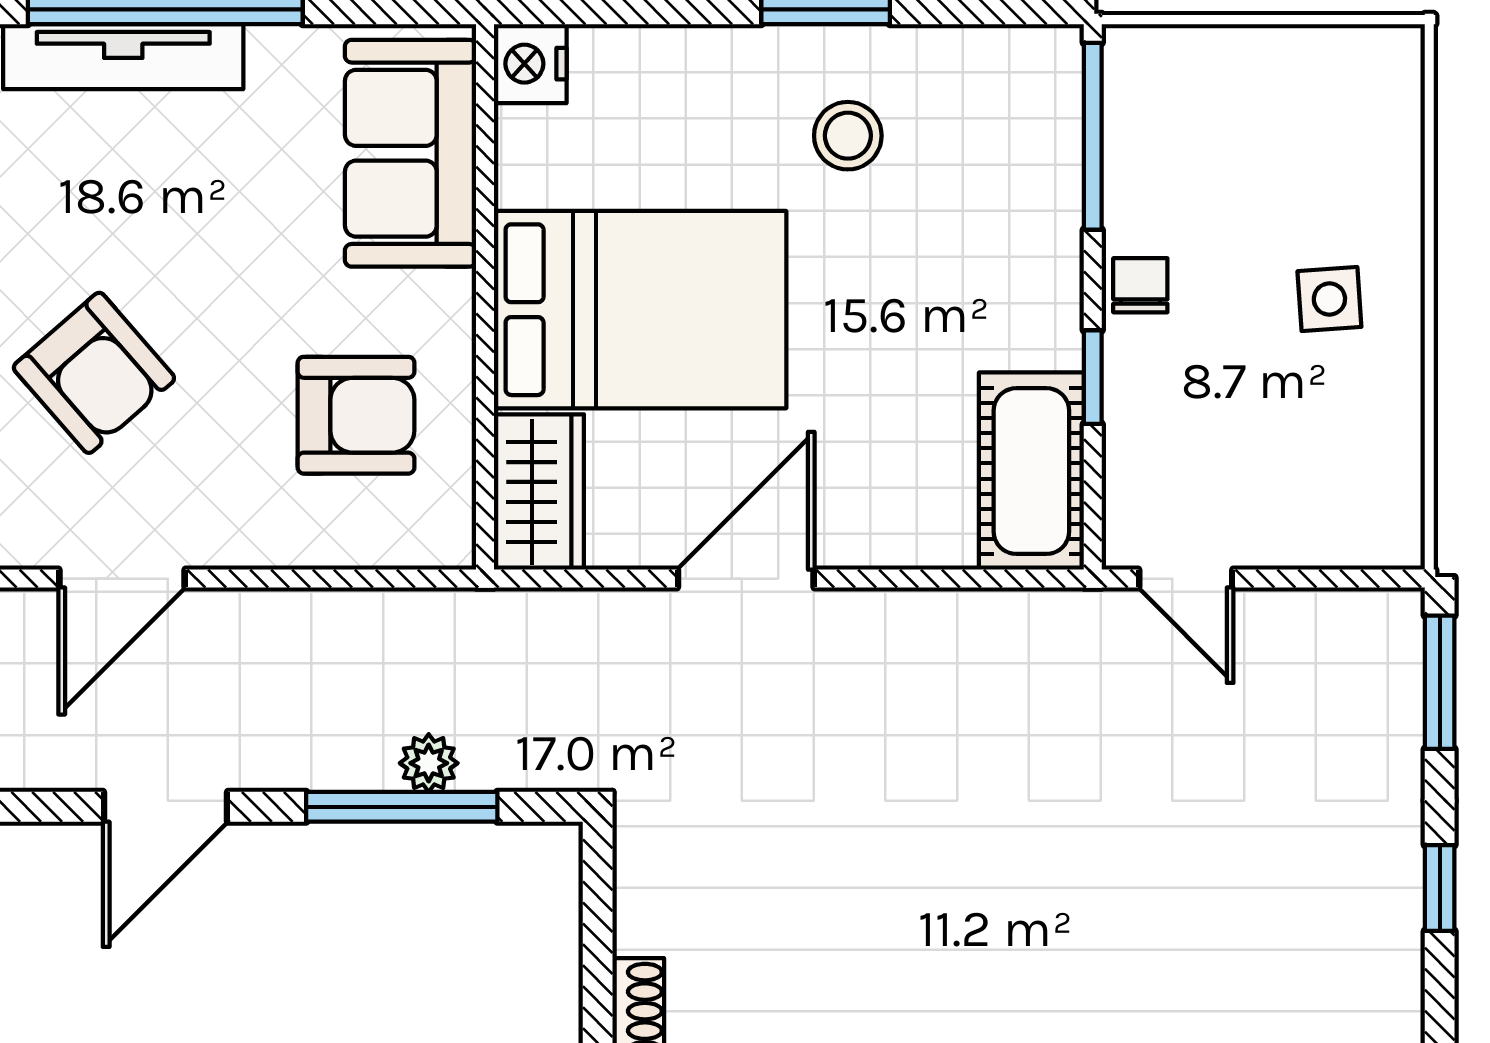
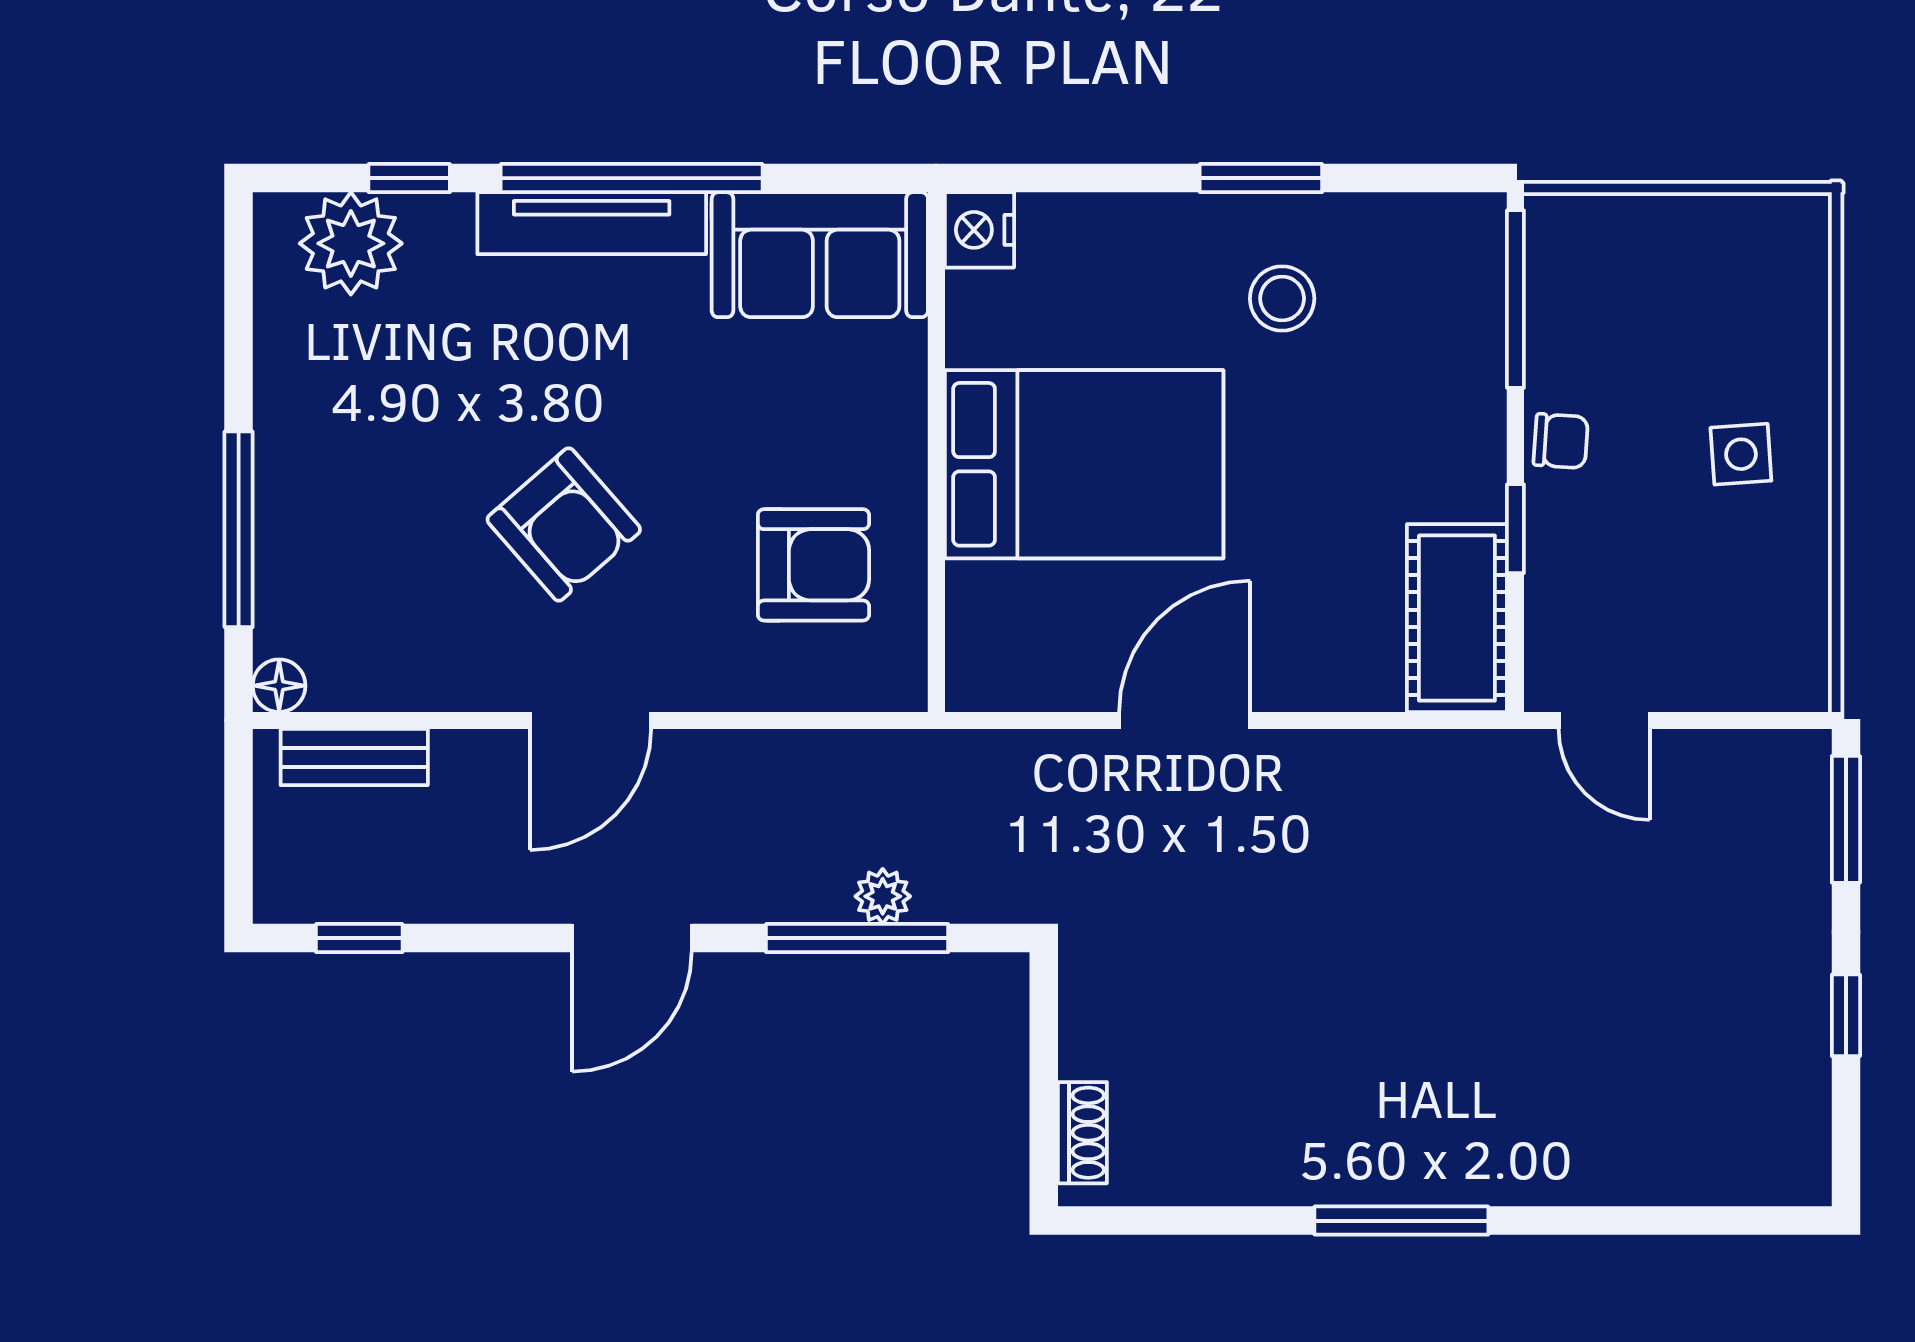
sofa: (410, 153) -> (820, 255), moved, turned -90
chair: (1140, 285) -> (1561, 441), turned 94
wardrobe: (539, 492) -> (988, 638), removed

